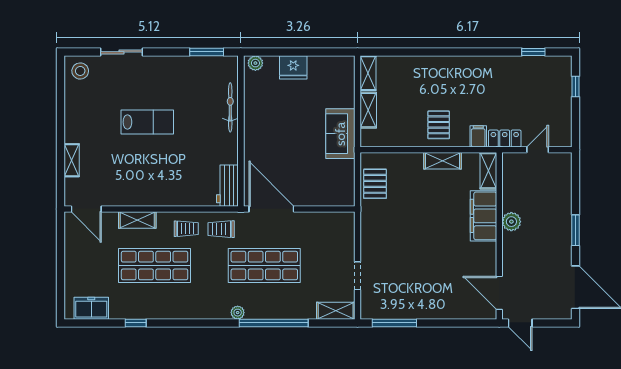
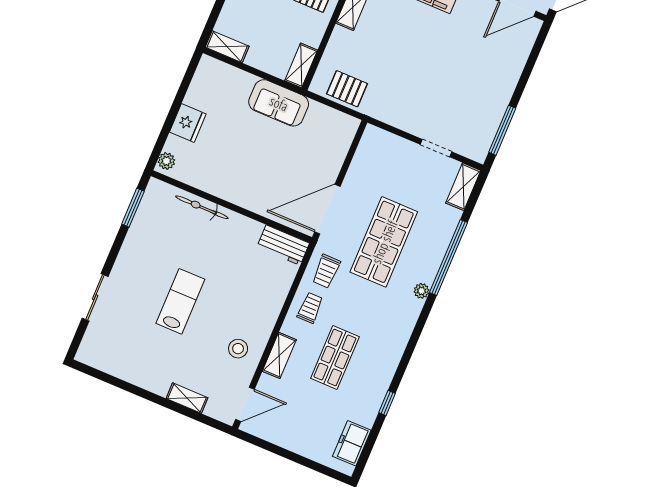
stool: (80, 71) -> (238, 349), moved
shelving: (368, 110) -> (301, 65), moved, turned 90
shop shelf: (155, 266) -> (335, 357), width x0.70, depth x0.74

